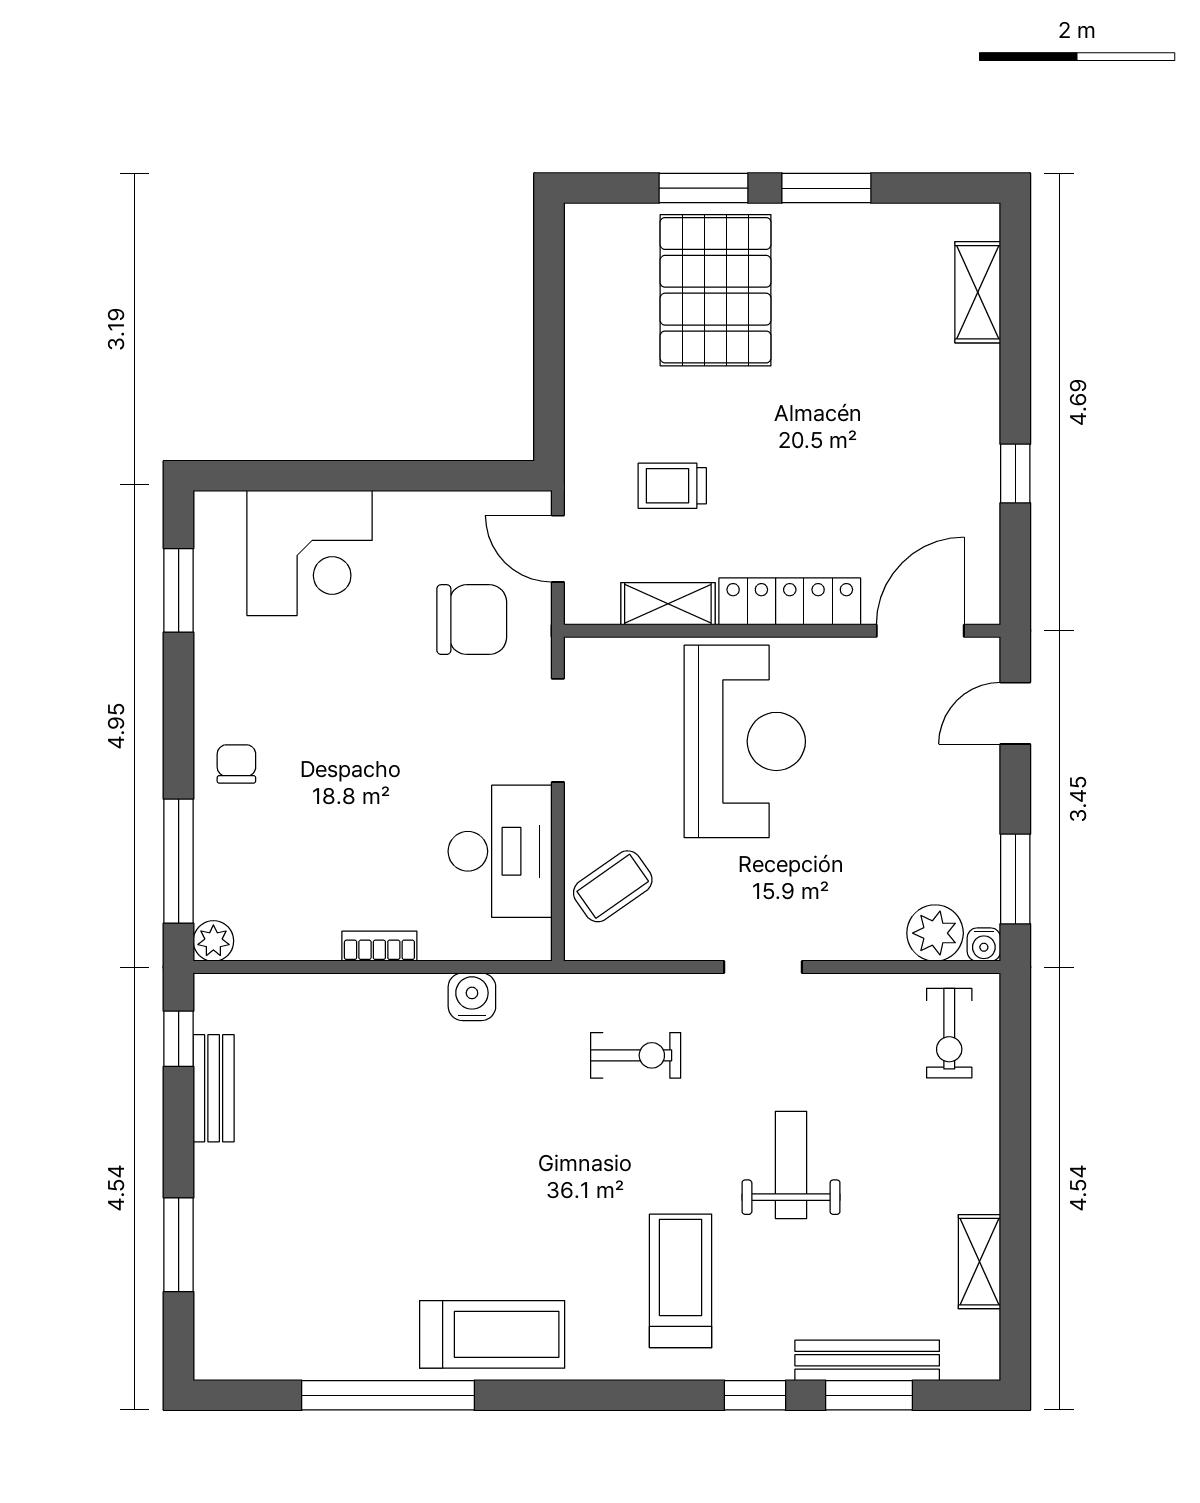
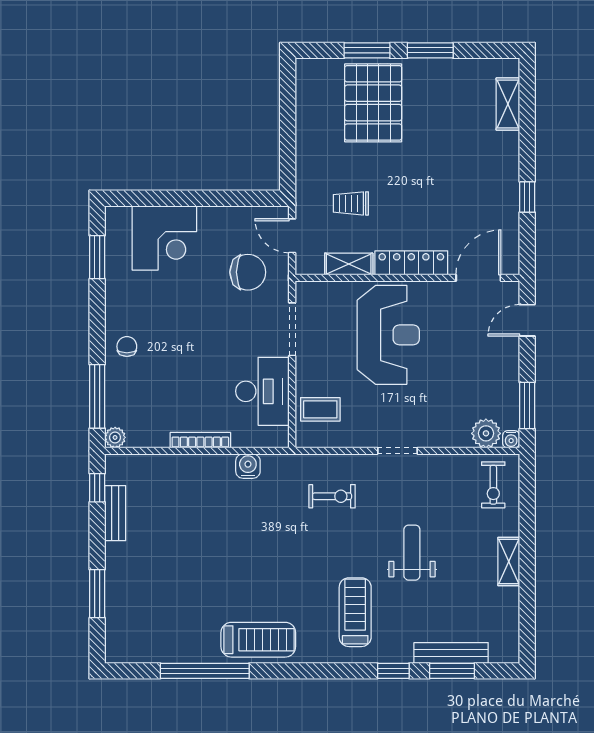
coffee table: (613, 886) -> (320, 409), turned 35
bookcase: (379, 946) -> (200, 440), width x1.56
shelving: (979, 1262) -> (509, 561), moved

